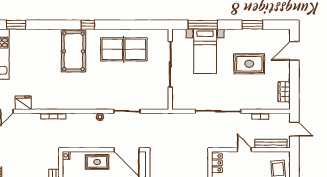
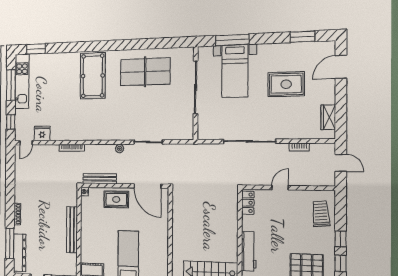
window: (88, 25) -> (108, 46), removed
window: (252, 25) -> (302, 37), moved
bench: (271, 144) -> (100, 179), moved
door: (244, 150) -> (280, 188), hinge flipped

